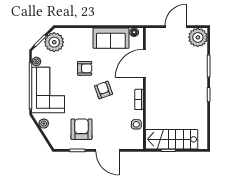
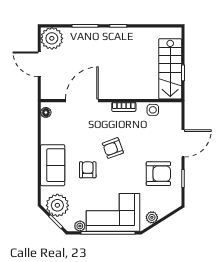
sofa: (111, 38) -> (53, 165), moved
door: (144, 63) -> (82, 101), swing flipped
armchair: (81, 129) -> (158, 174), turned 180

